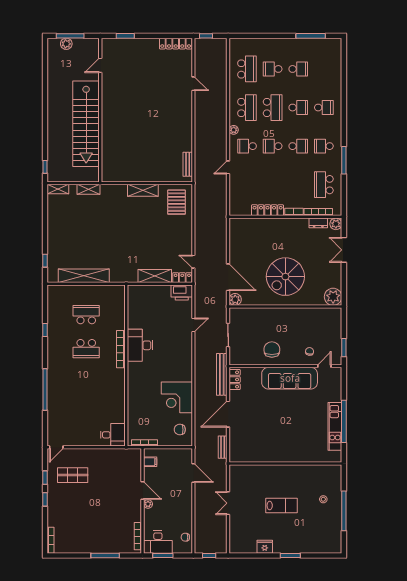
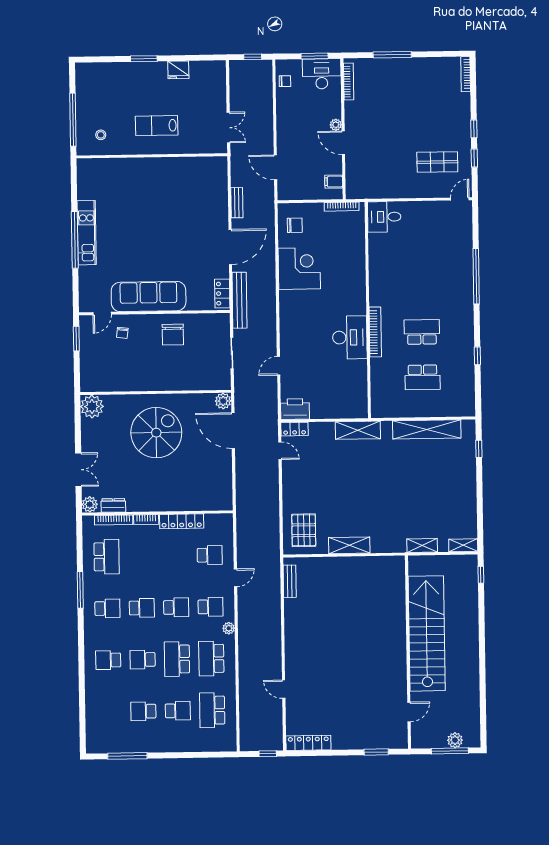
school desk: (298, 146) -> (142, 608), turned 180
school desk: (247, 185) -> (210, 555), added
shelving: (155, 276) -> (358, 430), moved
wall: (285, 464) -> (152, 156), moved

